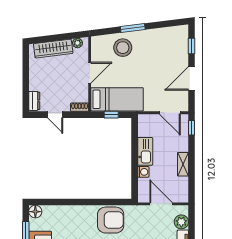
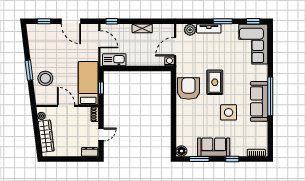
door: (170, 113) -> (99, 39), hinge flipped
kitchen sink: (145, 151) -> (114, 60), moved
washing machine: (143, 172) -> (169, 61), moved

